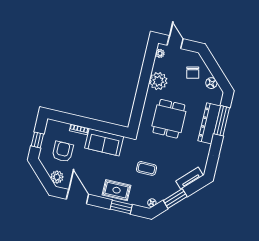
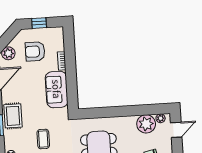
plant: (158, 81) -> (146, 124), moved
armchair: (63, 152) -> (35, 51), turned 180

